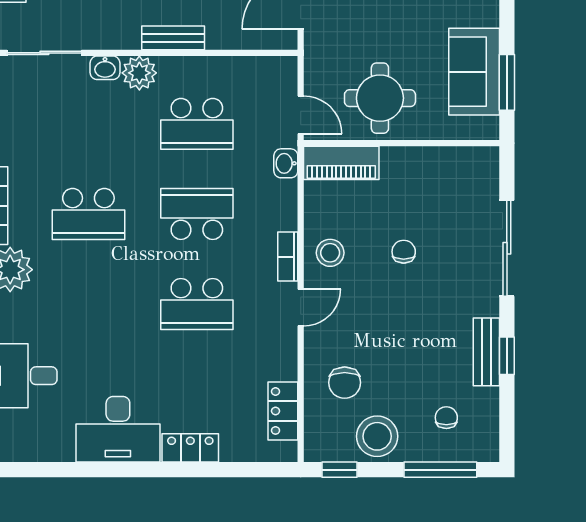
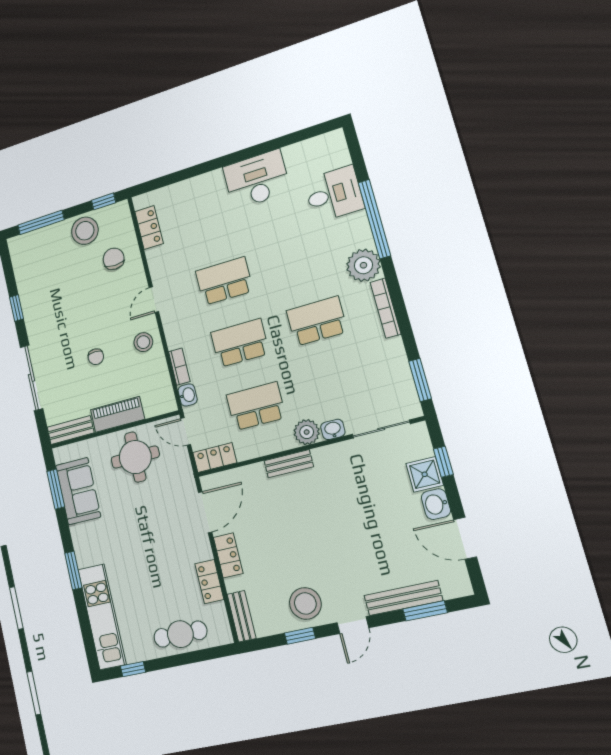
piano: (341, 163) -> (117, 414), moved
school desk: (197, 214) -> (240, 343), turned 180
bookcase: (288, 257) -> (179, 367), moved
bench: (486, 352) -> (71, 430), moved, turned 90
chair: (446, 418) -> (45, 257), removed
locker: (190, 448) -> (215, 458), moved, turned 180

